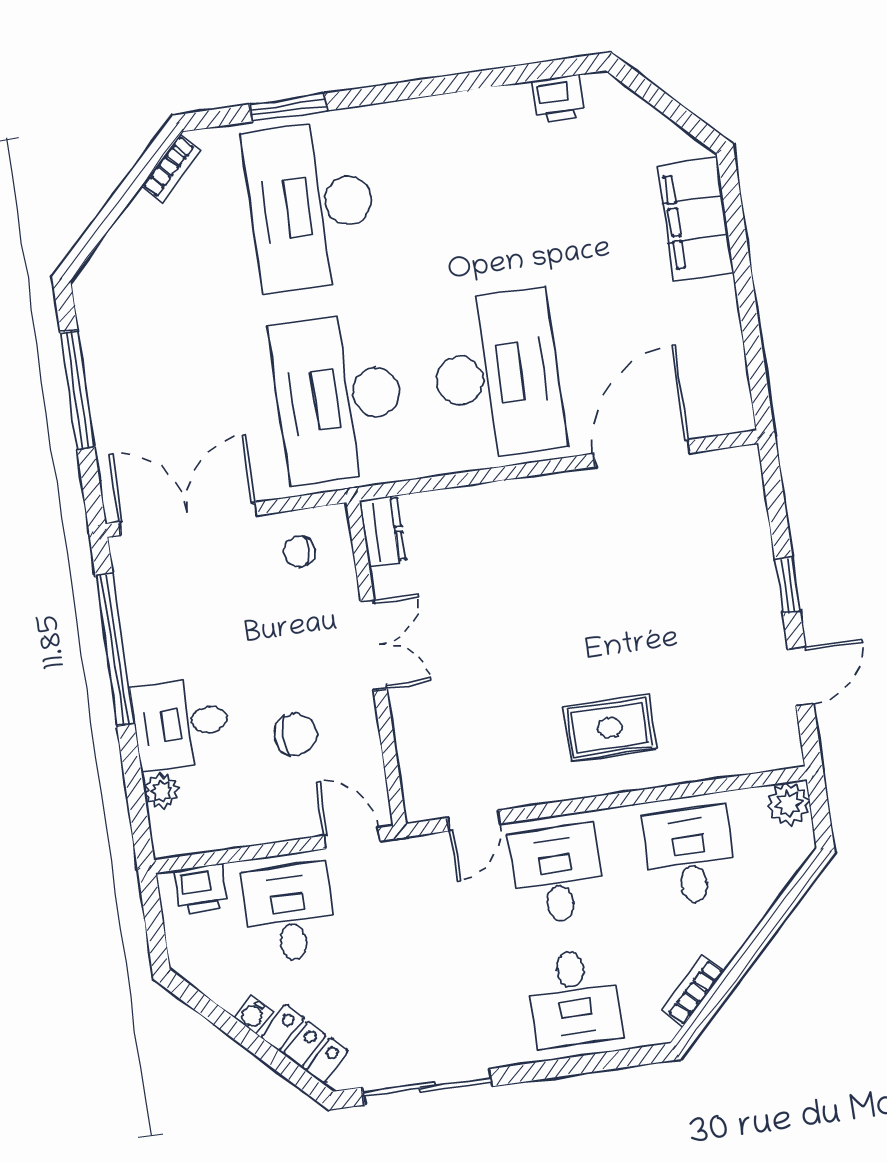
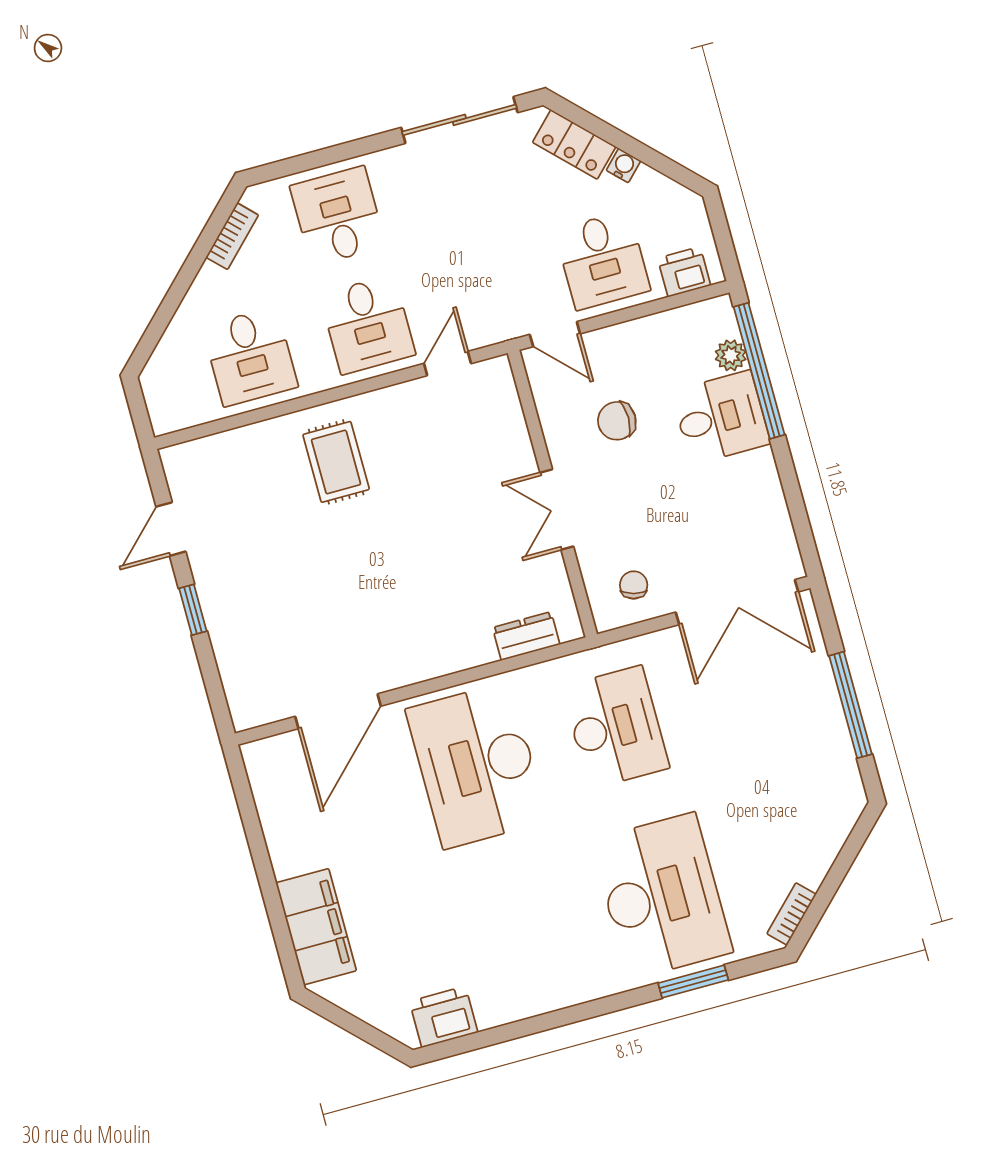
printer: (558, 99) -> (444, 1017), width x1.36, depth x1.24
desk: (339, 398) -> (616, 727), width x0.73, depth x0.77
dresser: (383, 531) -> (526, 636), moved, turned 90
chair: (300, 552) -> (634, 585), turned -75
window: (115, 650) -> (759, 371), moved
rug: (610, 728) -> (336, 462), turned 90
plant: (788, 804) -> (168, 414), removed

